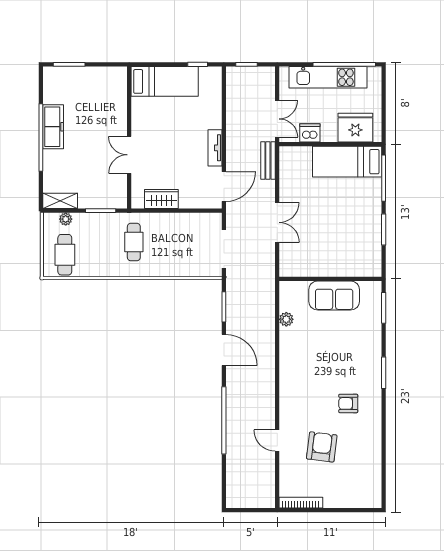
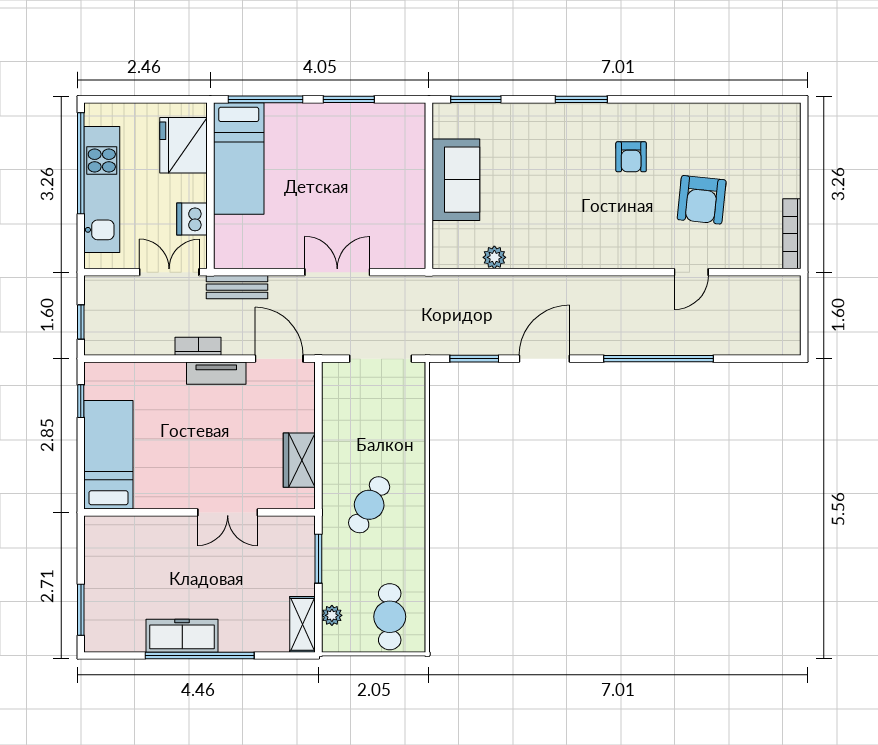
bookcase: (232, 137) -> (198, 346), added
cafe table: (134, 242) -> (369, 505), turned -61
cafe table: (65, 255) -> (390, 617), turned 90
armchair: (322, 447) -> (702, 200), turned -91

